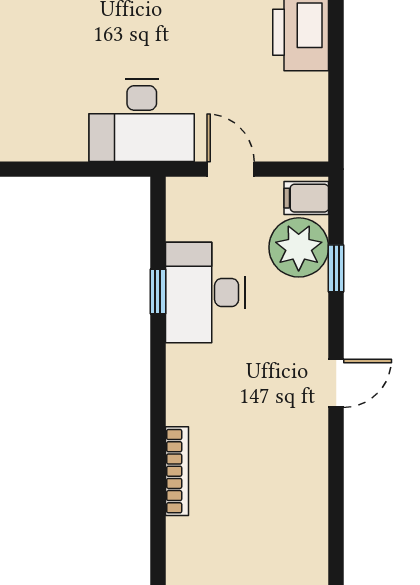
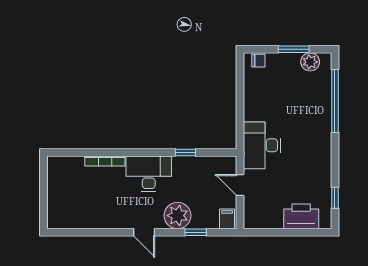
door: (231, 169) -> (240, 185), swing flipped
plant: (299, 247) -> (178, 216), moved
desk: (205, 293) -> (149, 174), moved

